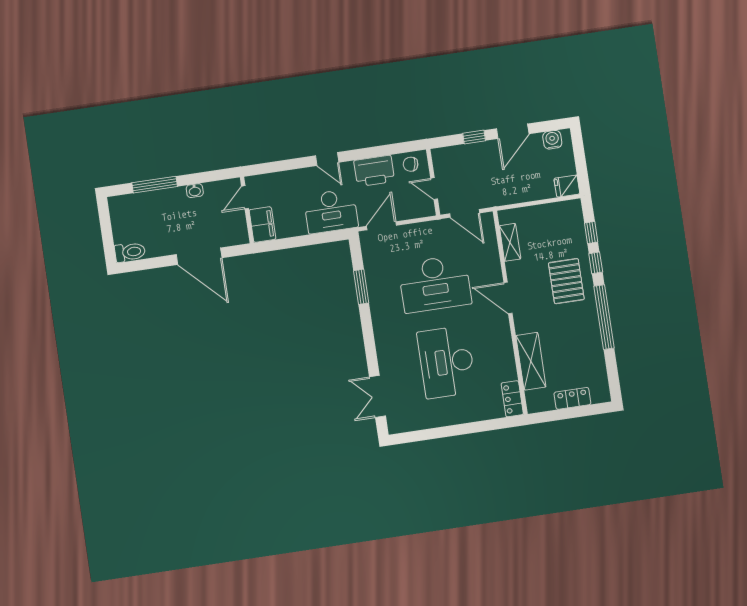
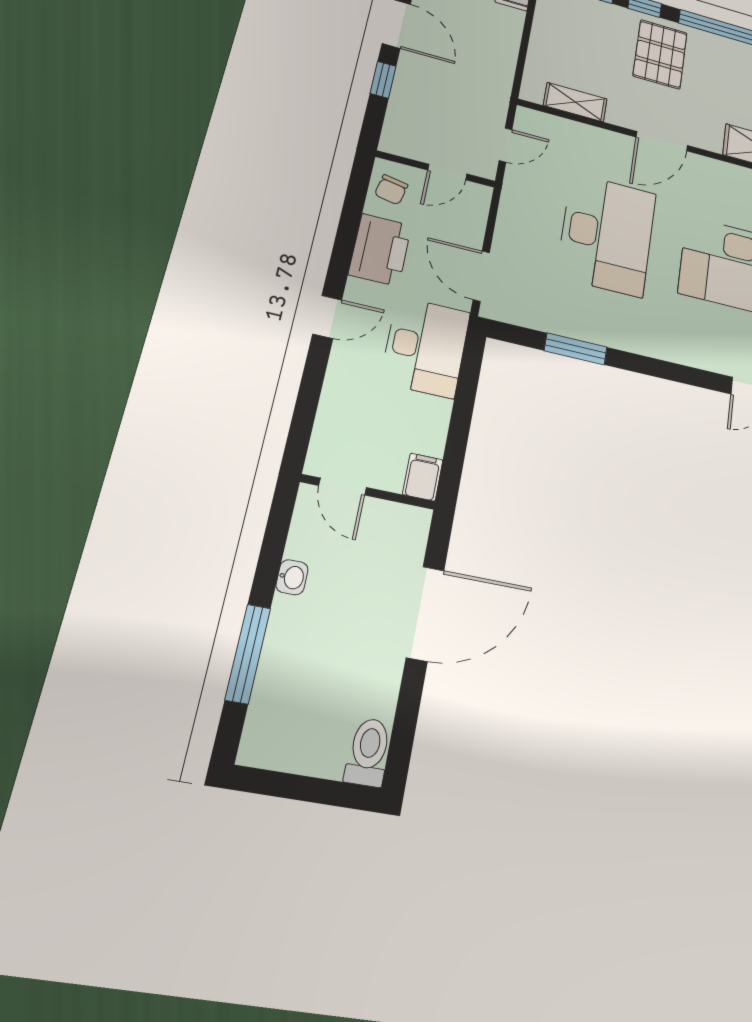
door: (465, 213) -> (506, 145), width x0.73
filing cabinet: (262, 225) -> (423, 477), width x0.50
pallet: (566, 281) -> (660, 54), turned 90

